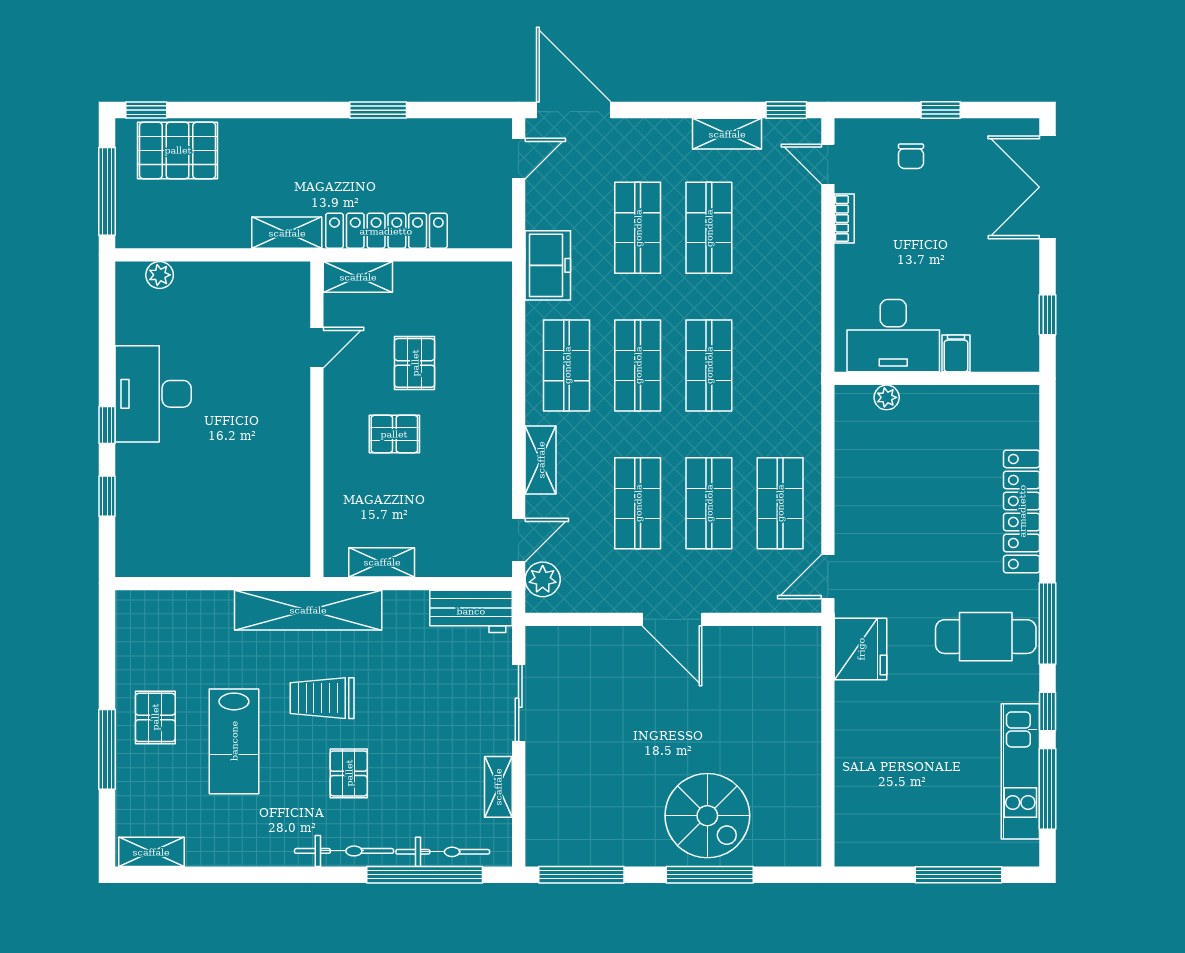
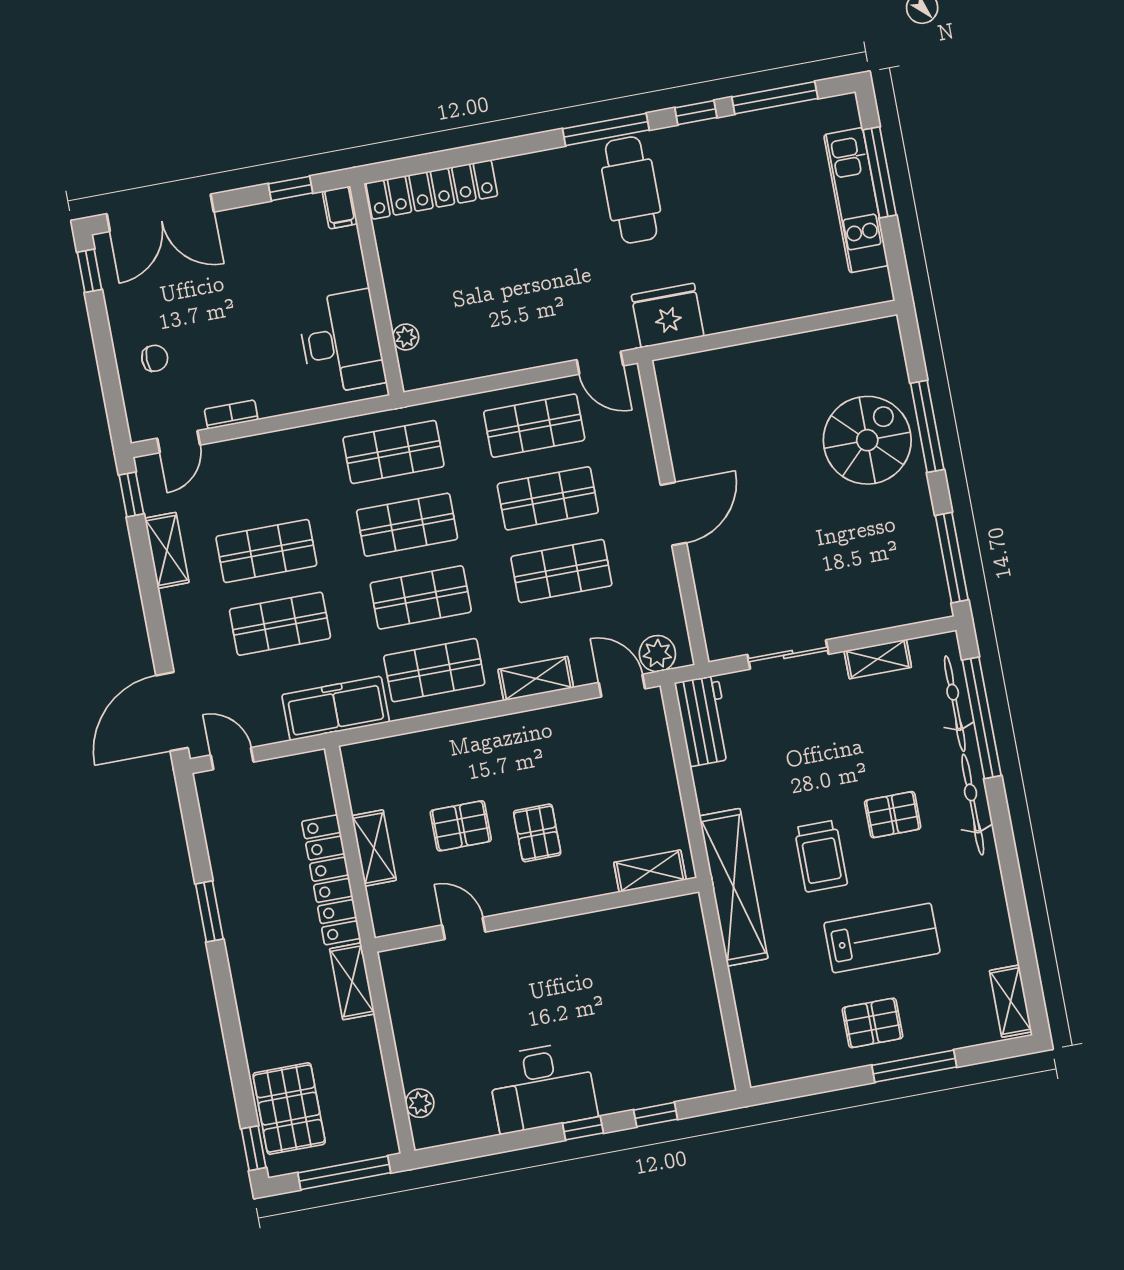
window: (941, 110) -> (89, 271), moved
freezer: (548, 265) -> (336, 708), width x1.40
shelving: (358, 277) -> (374, 848), moved
filing cabinet: (956, 353) -> (340, 207), moved, turned -90
shop shelf: (780, 365) -> (393, 452), added
locker: (1022, 511) -> (432, 189), moved
shelving: (382, 562) -> (650, 871), moved, turned 90
kitchen unit: (1020, 771) -> (856, 200), moved, turned 90

